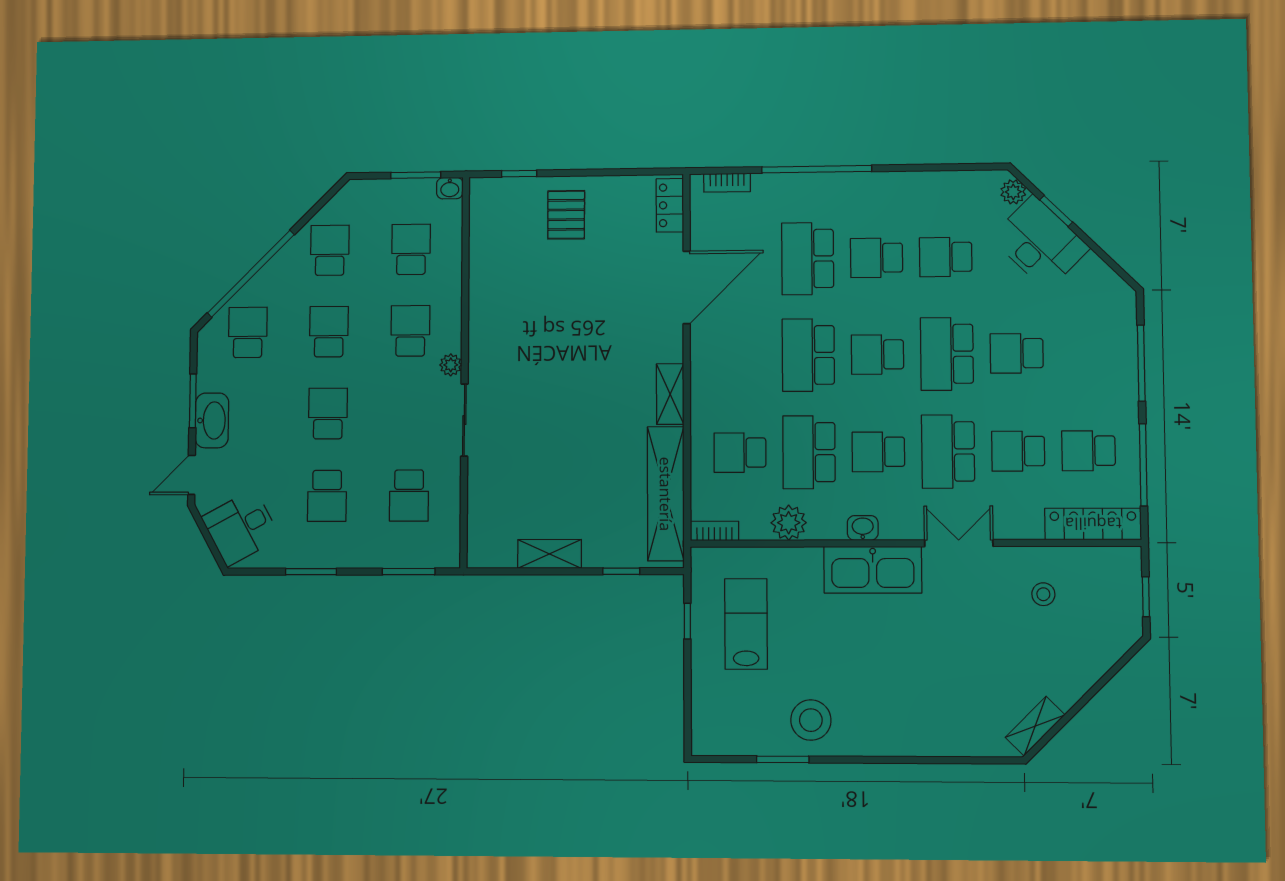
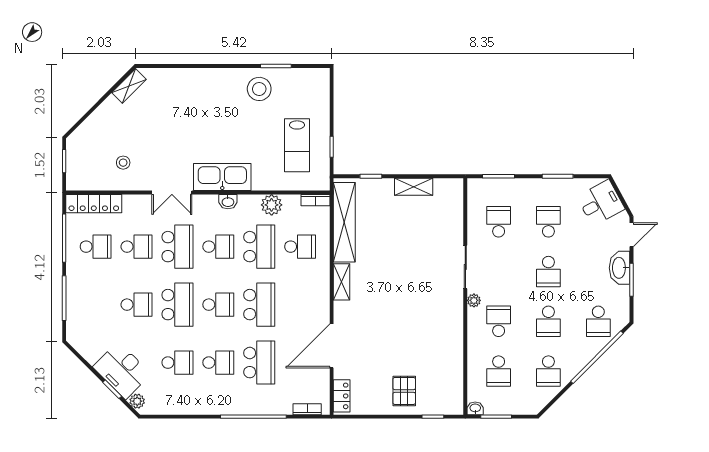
school desk: (410, 331) -> (499, 321), turned 180

